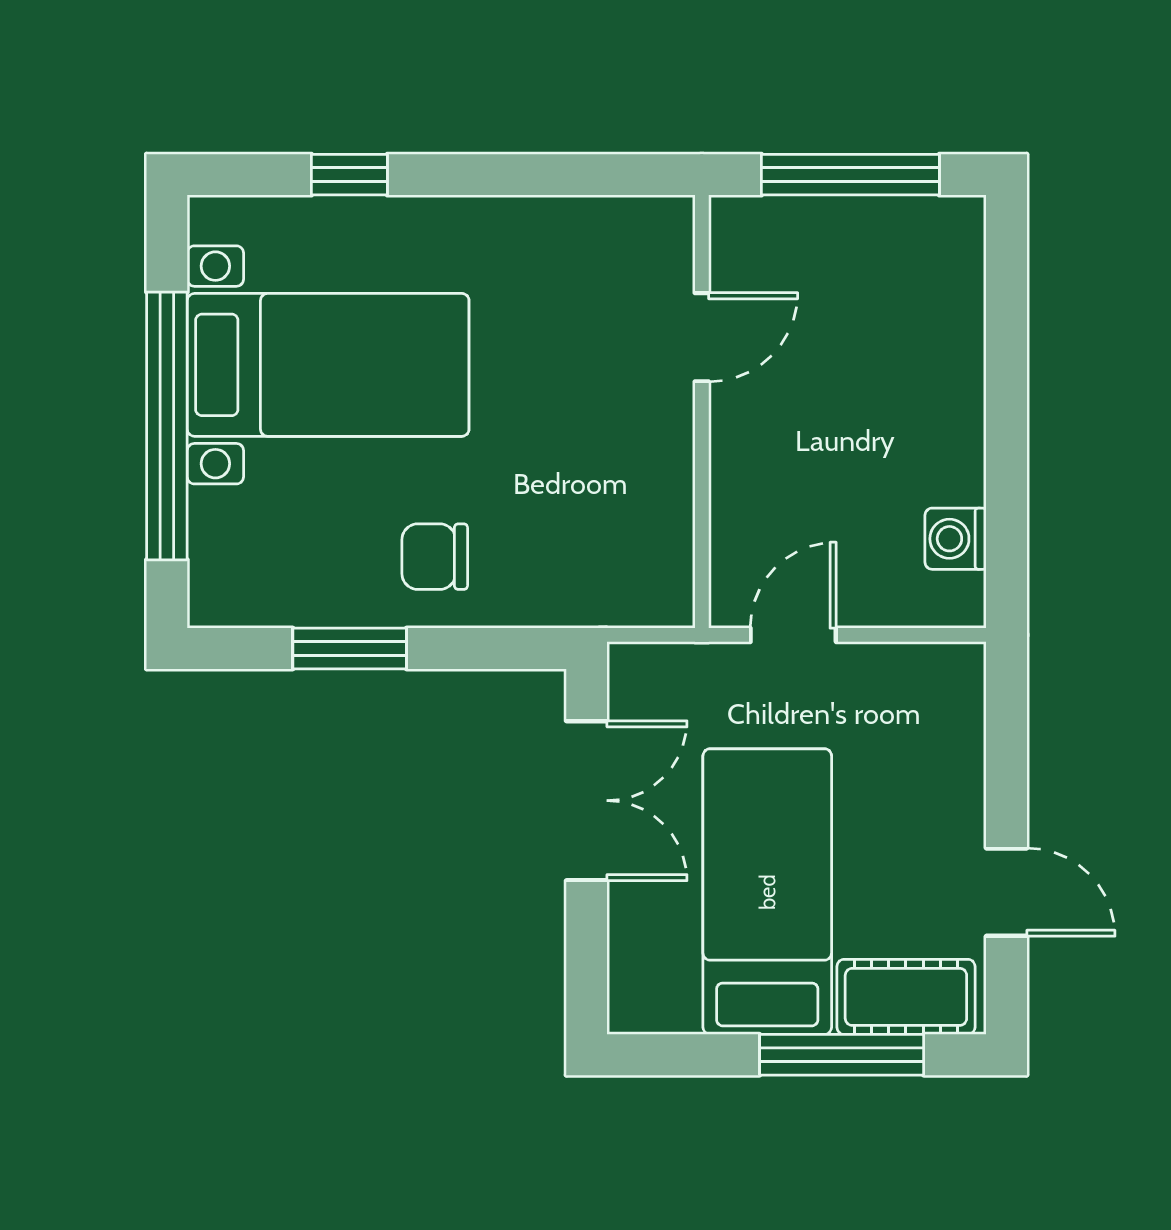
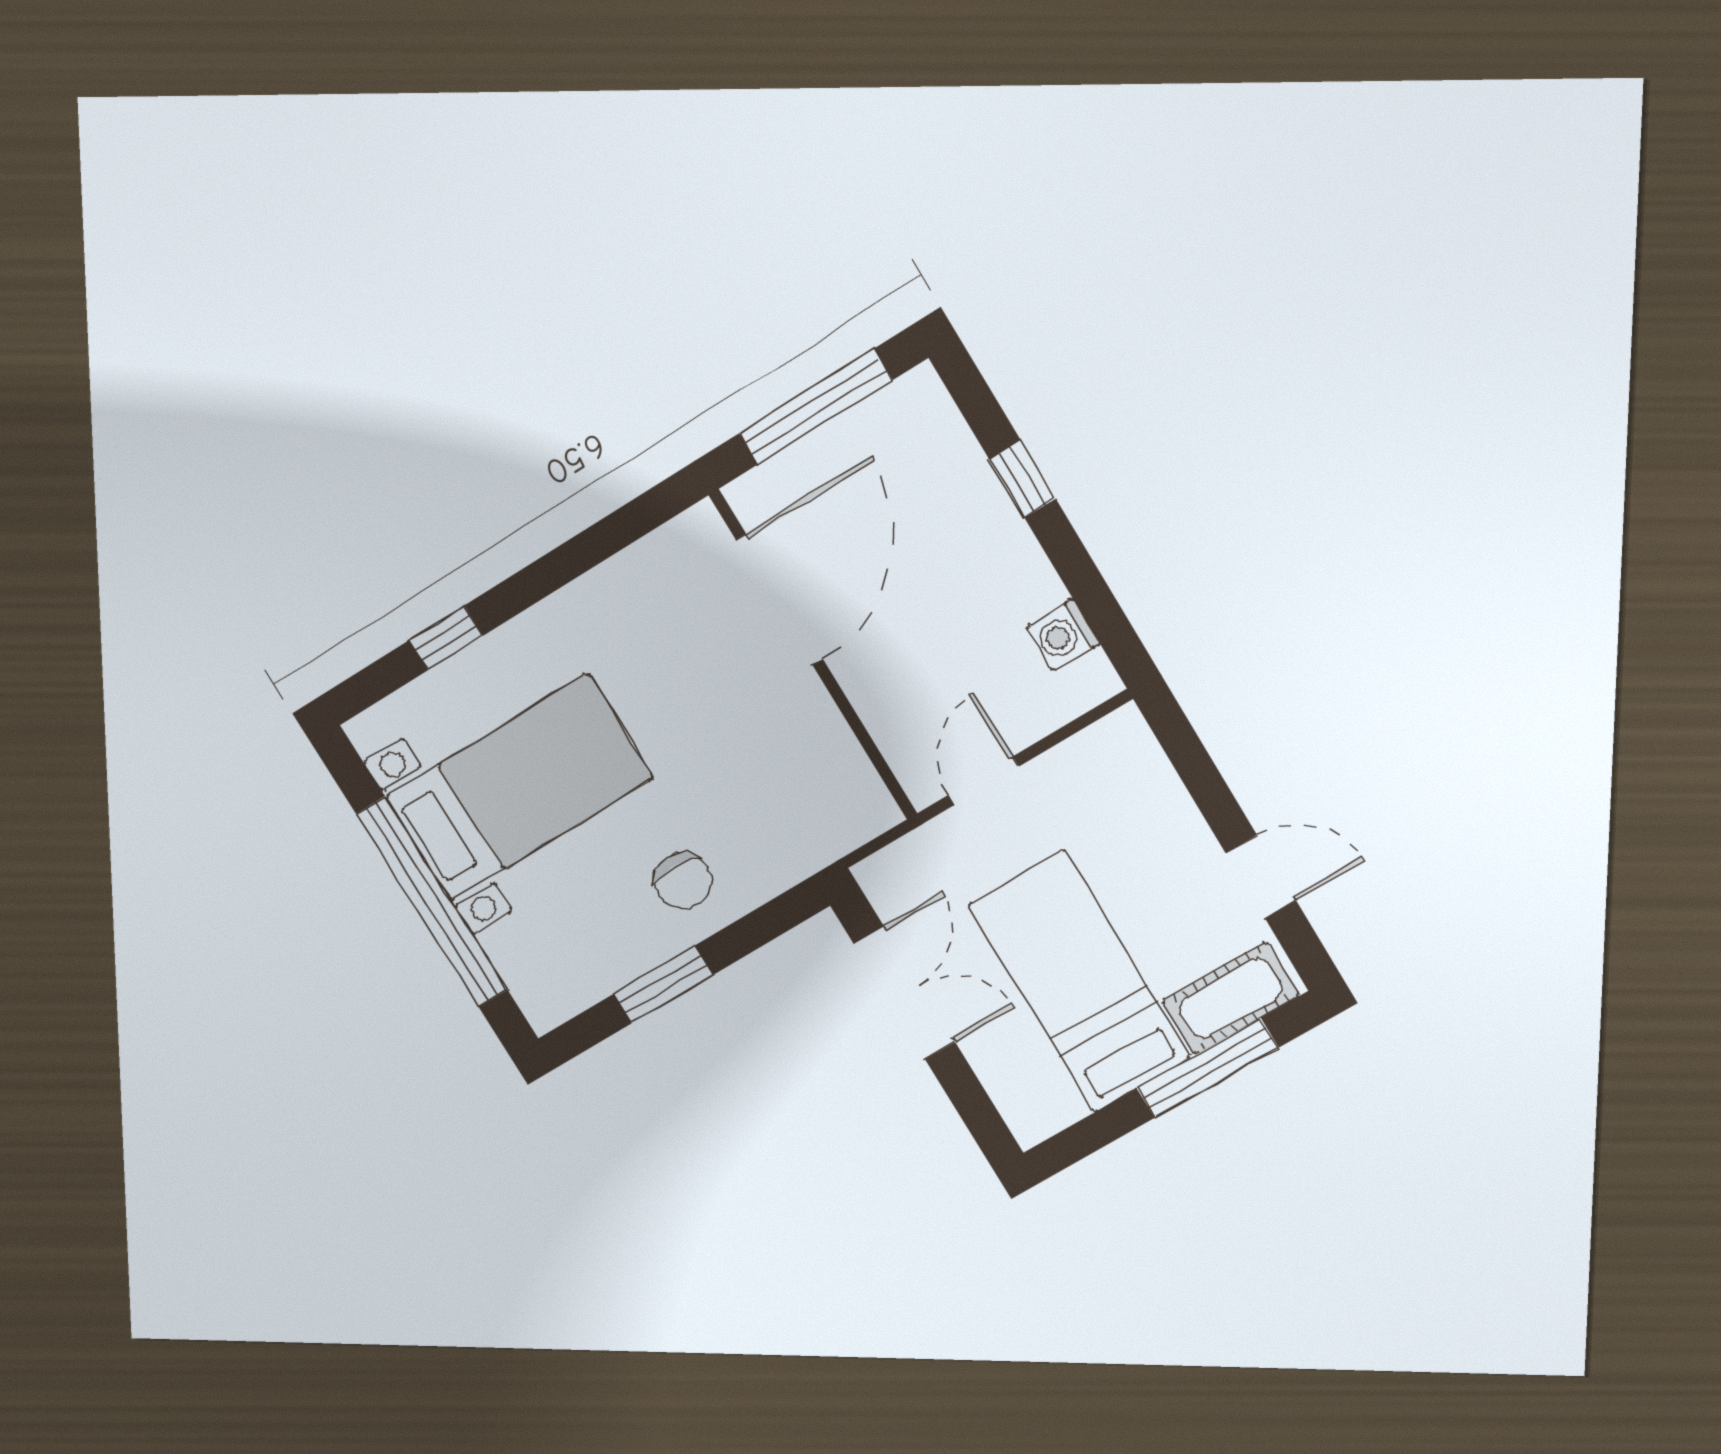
door: (702, 337) -> (779, 599), width x1.88
window: (1006, 365) -> (1022, 479), added
chair: (435, 557) -> (683, 881), turned -90

